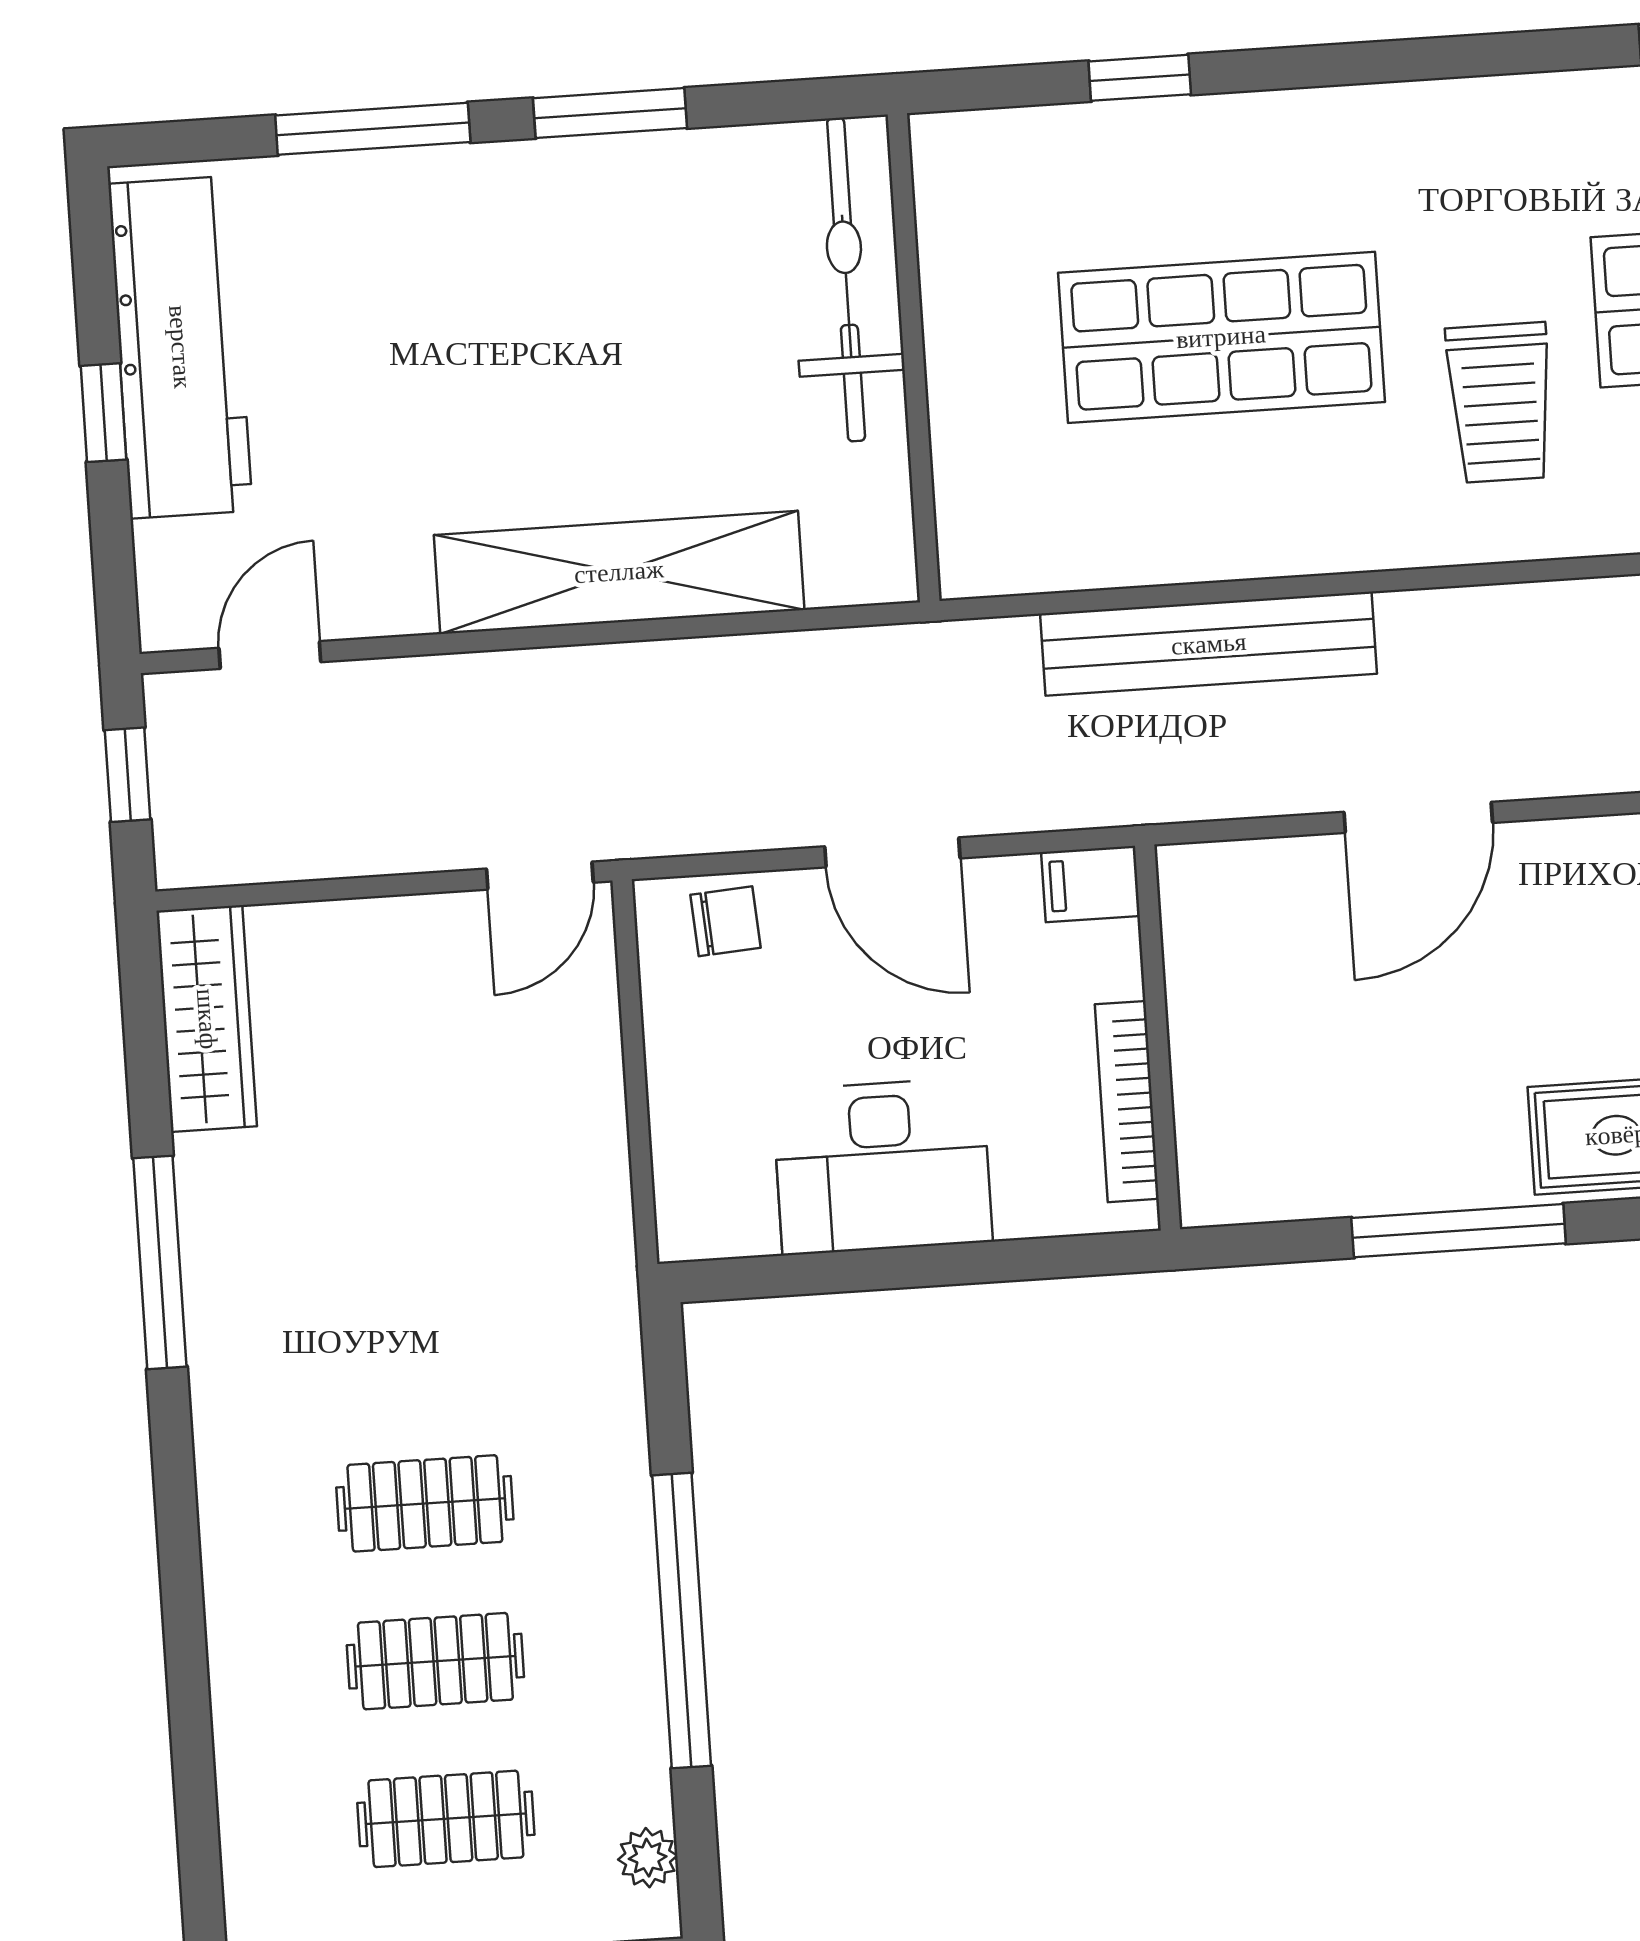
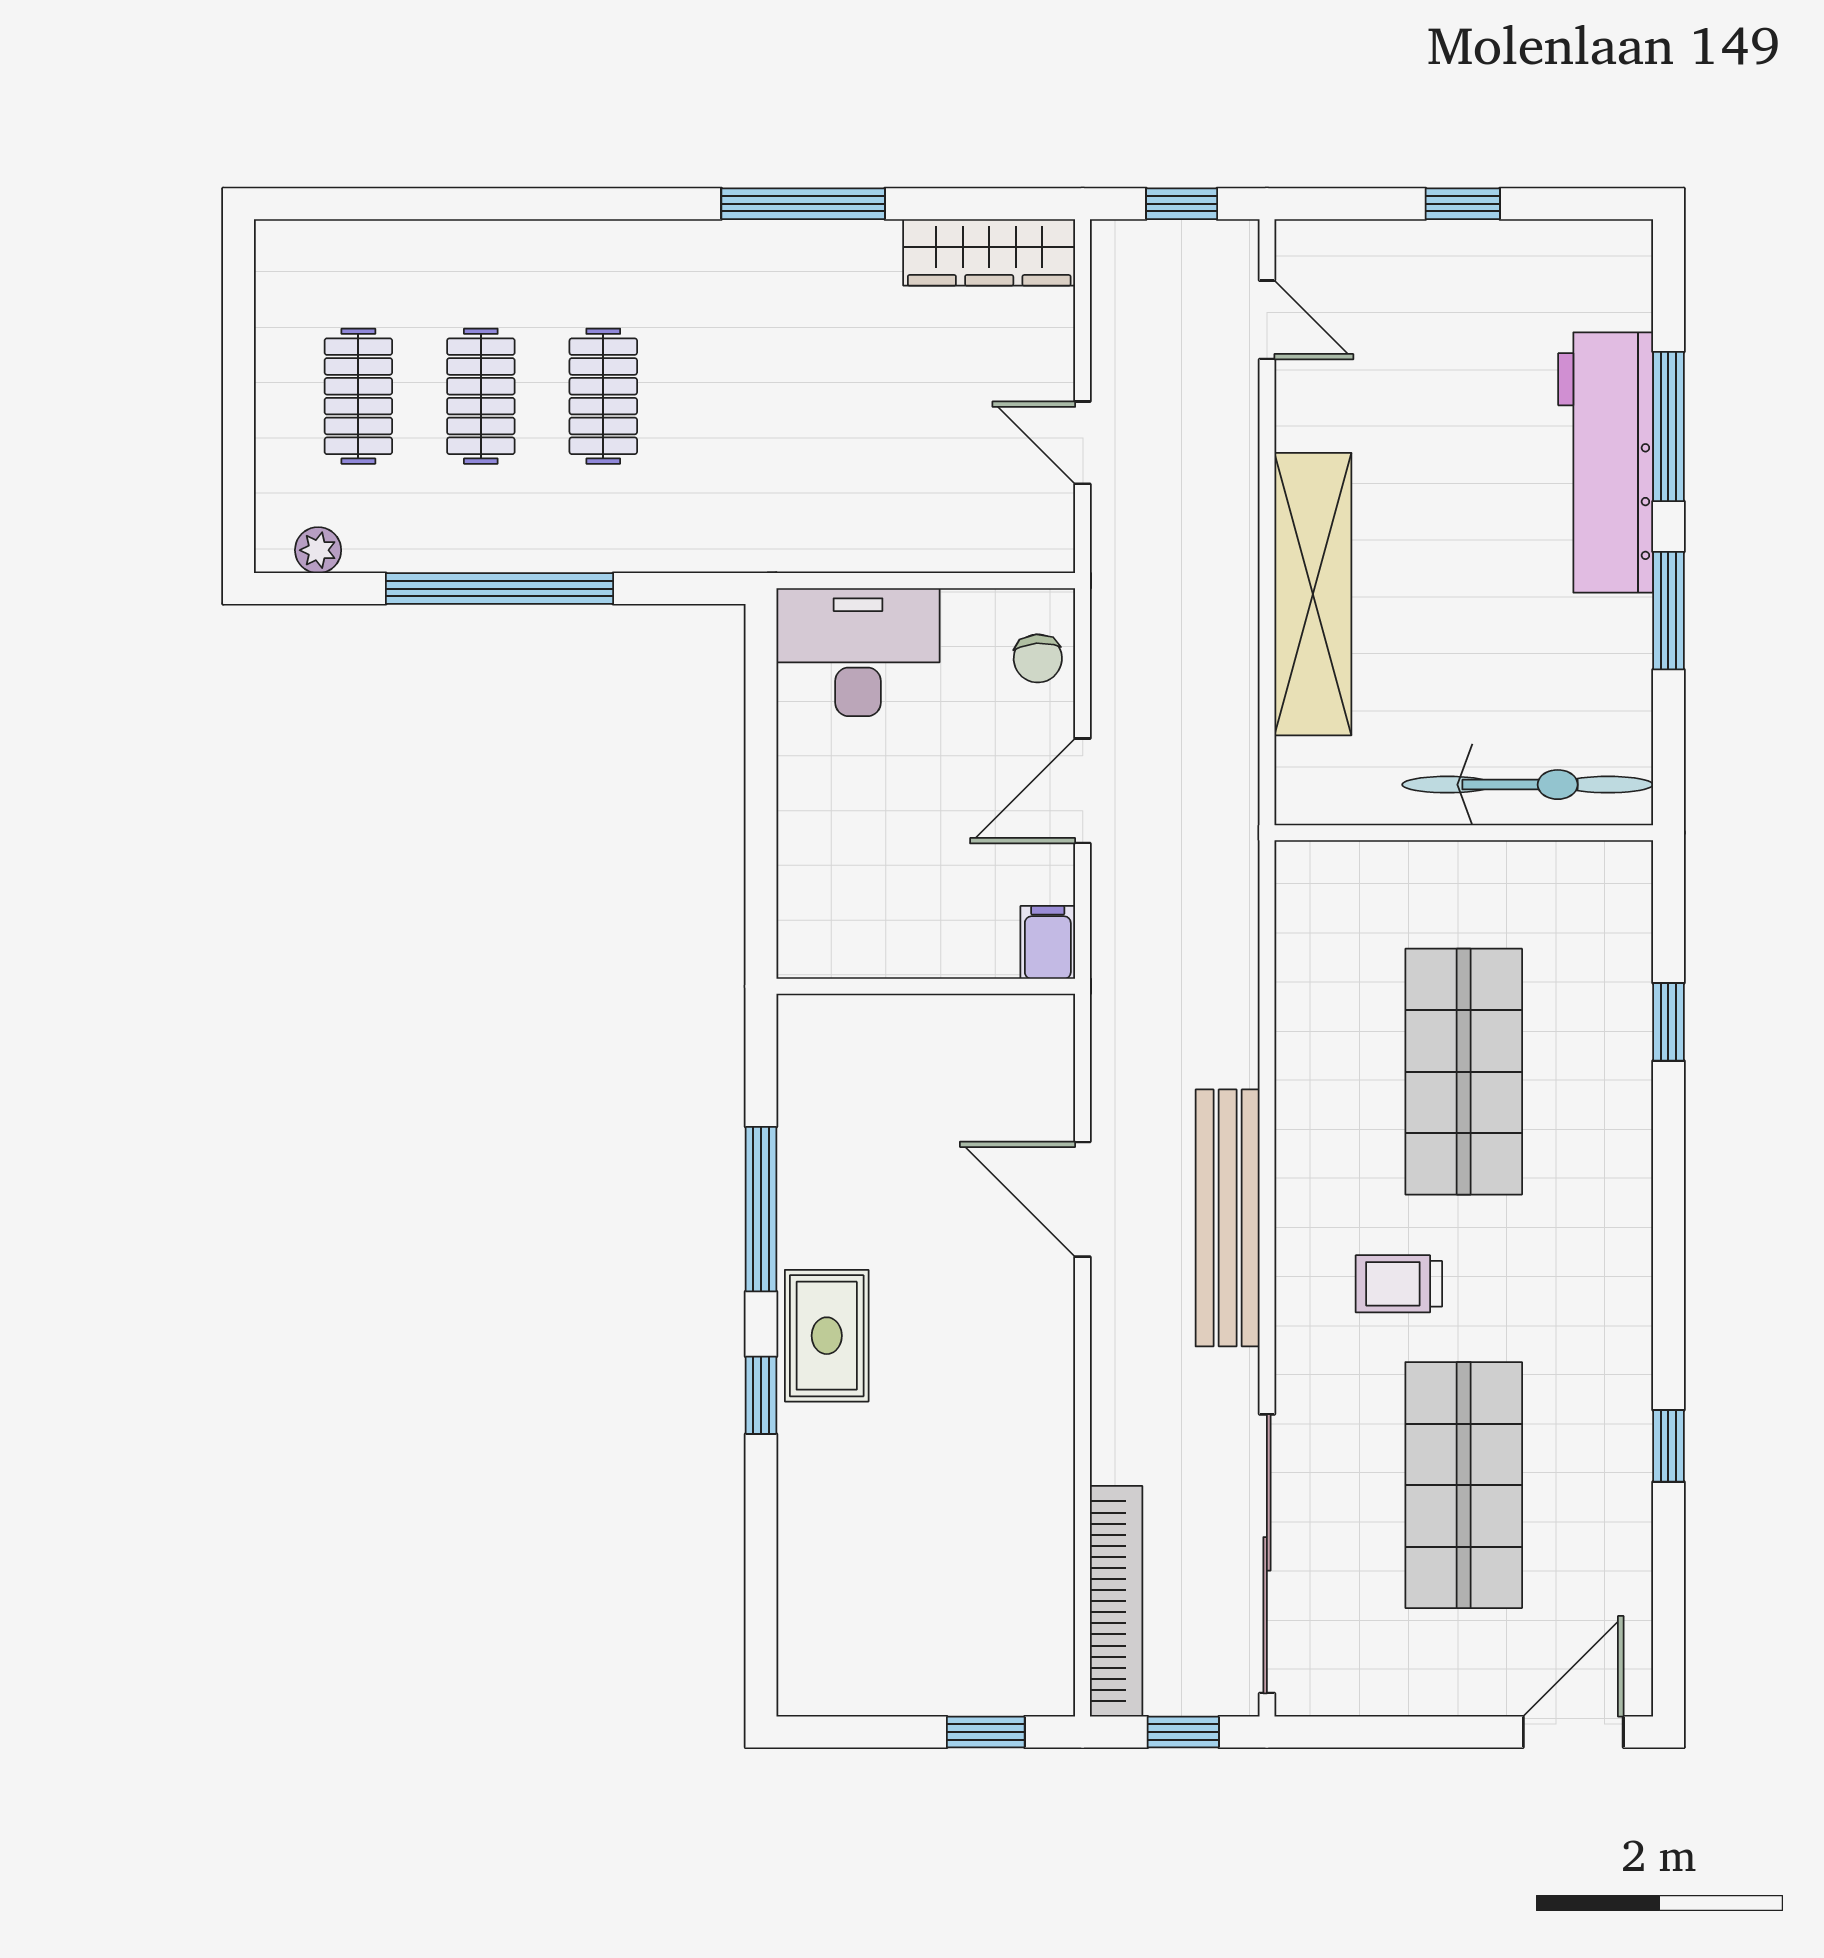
workbench: (180, 347) -> (1606, 463), moved, turned 90
trolley: (1500, 403) -> (1399, 1284), width x0.73, depth x0.72
bench: (1209, 644) -> (1228, 1218), moved
door: (540, 876) -> (1083, 443), moved
bookcase: (1127, 1102) -> (878, 959), removed
desk: (882, 1166) -> (858, 652), moved, turned 90

